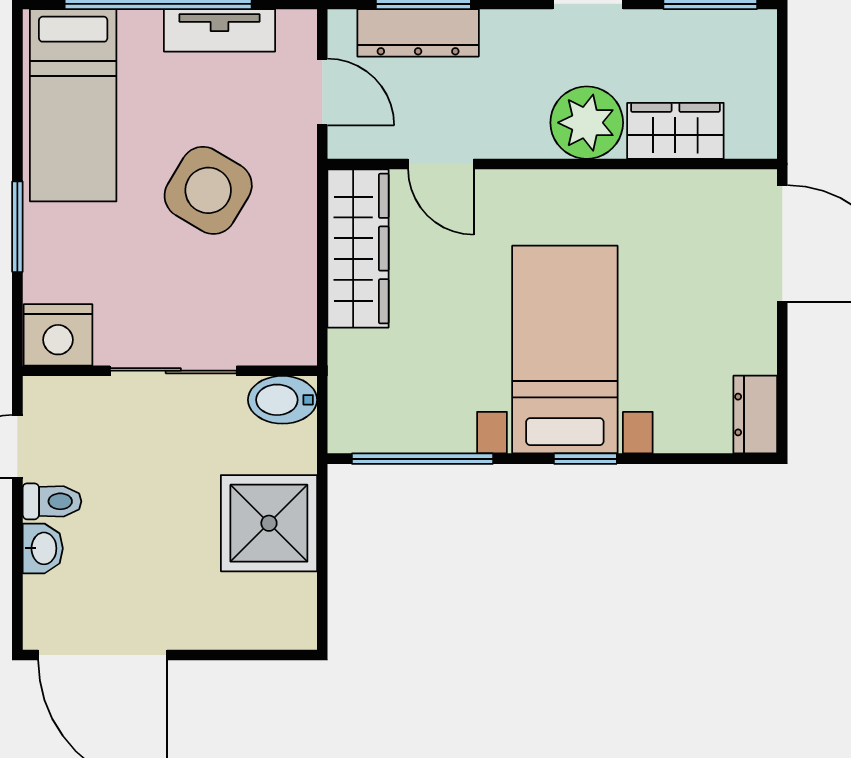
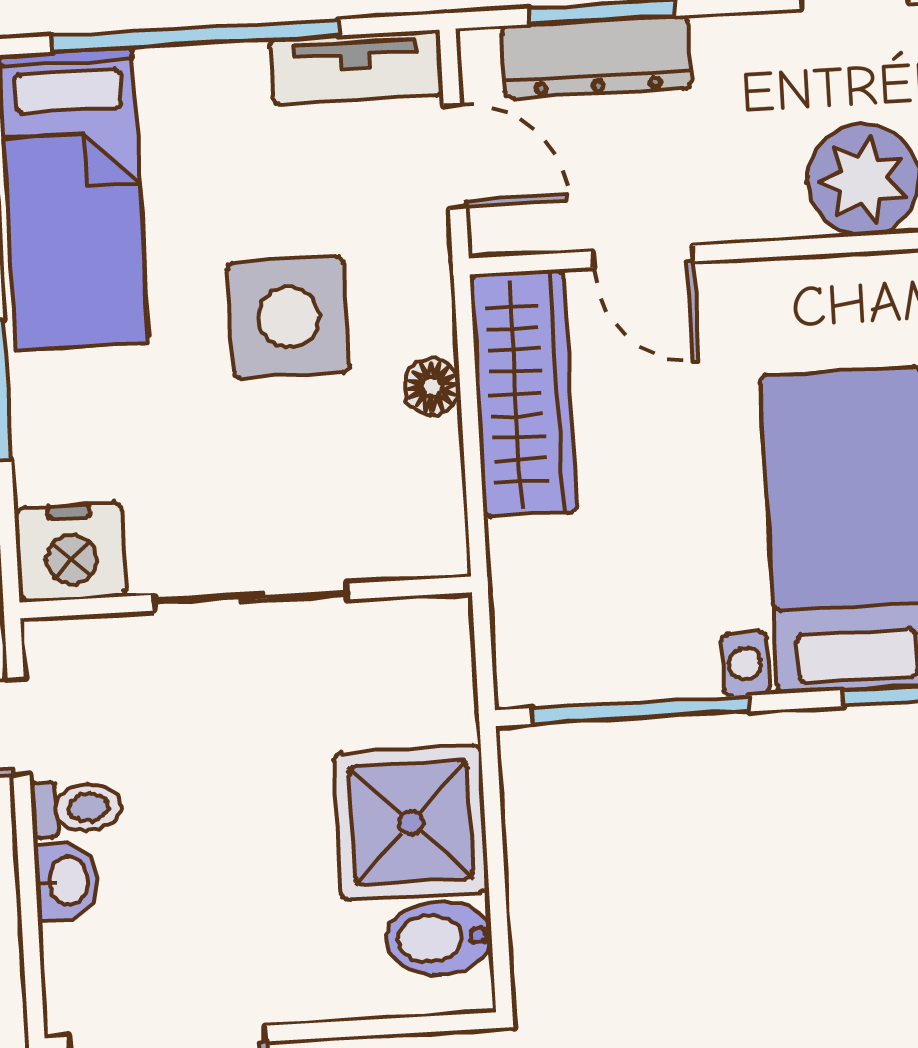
tv unit: (219, 30) -> (356, 67), moved
side table: (208, 190) -> (289, 317), turned -31
floor lamp: (299, 241) -> (432, 387), added
bidet: (283, 400) -> (439, 938), moved

